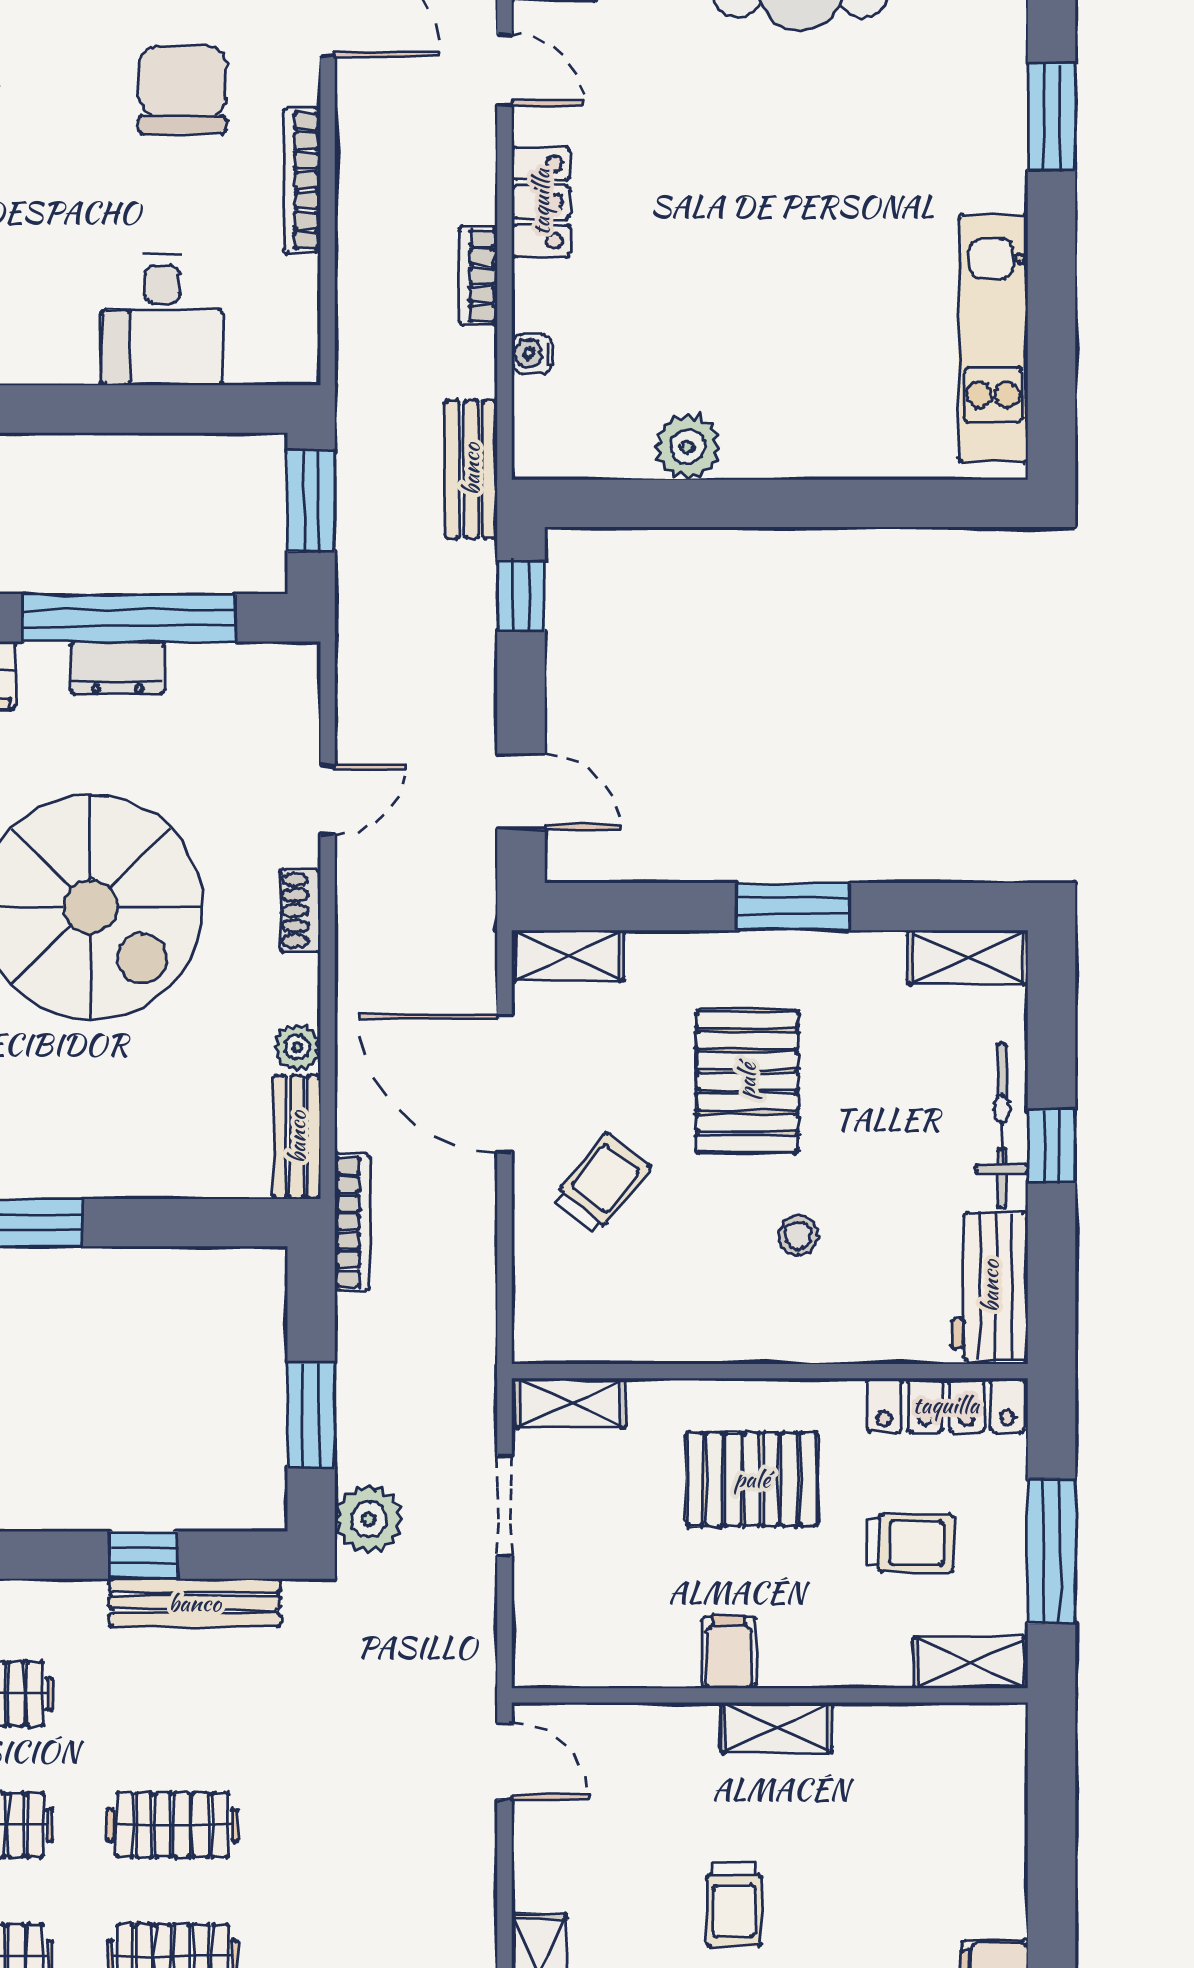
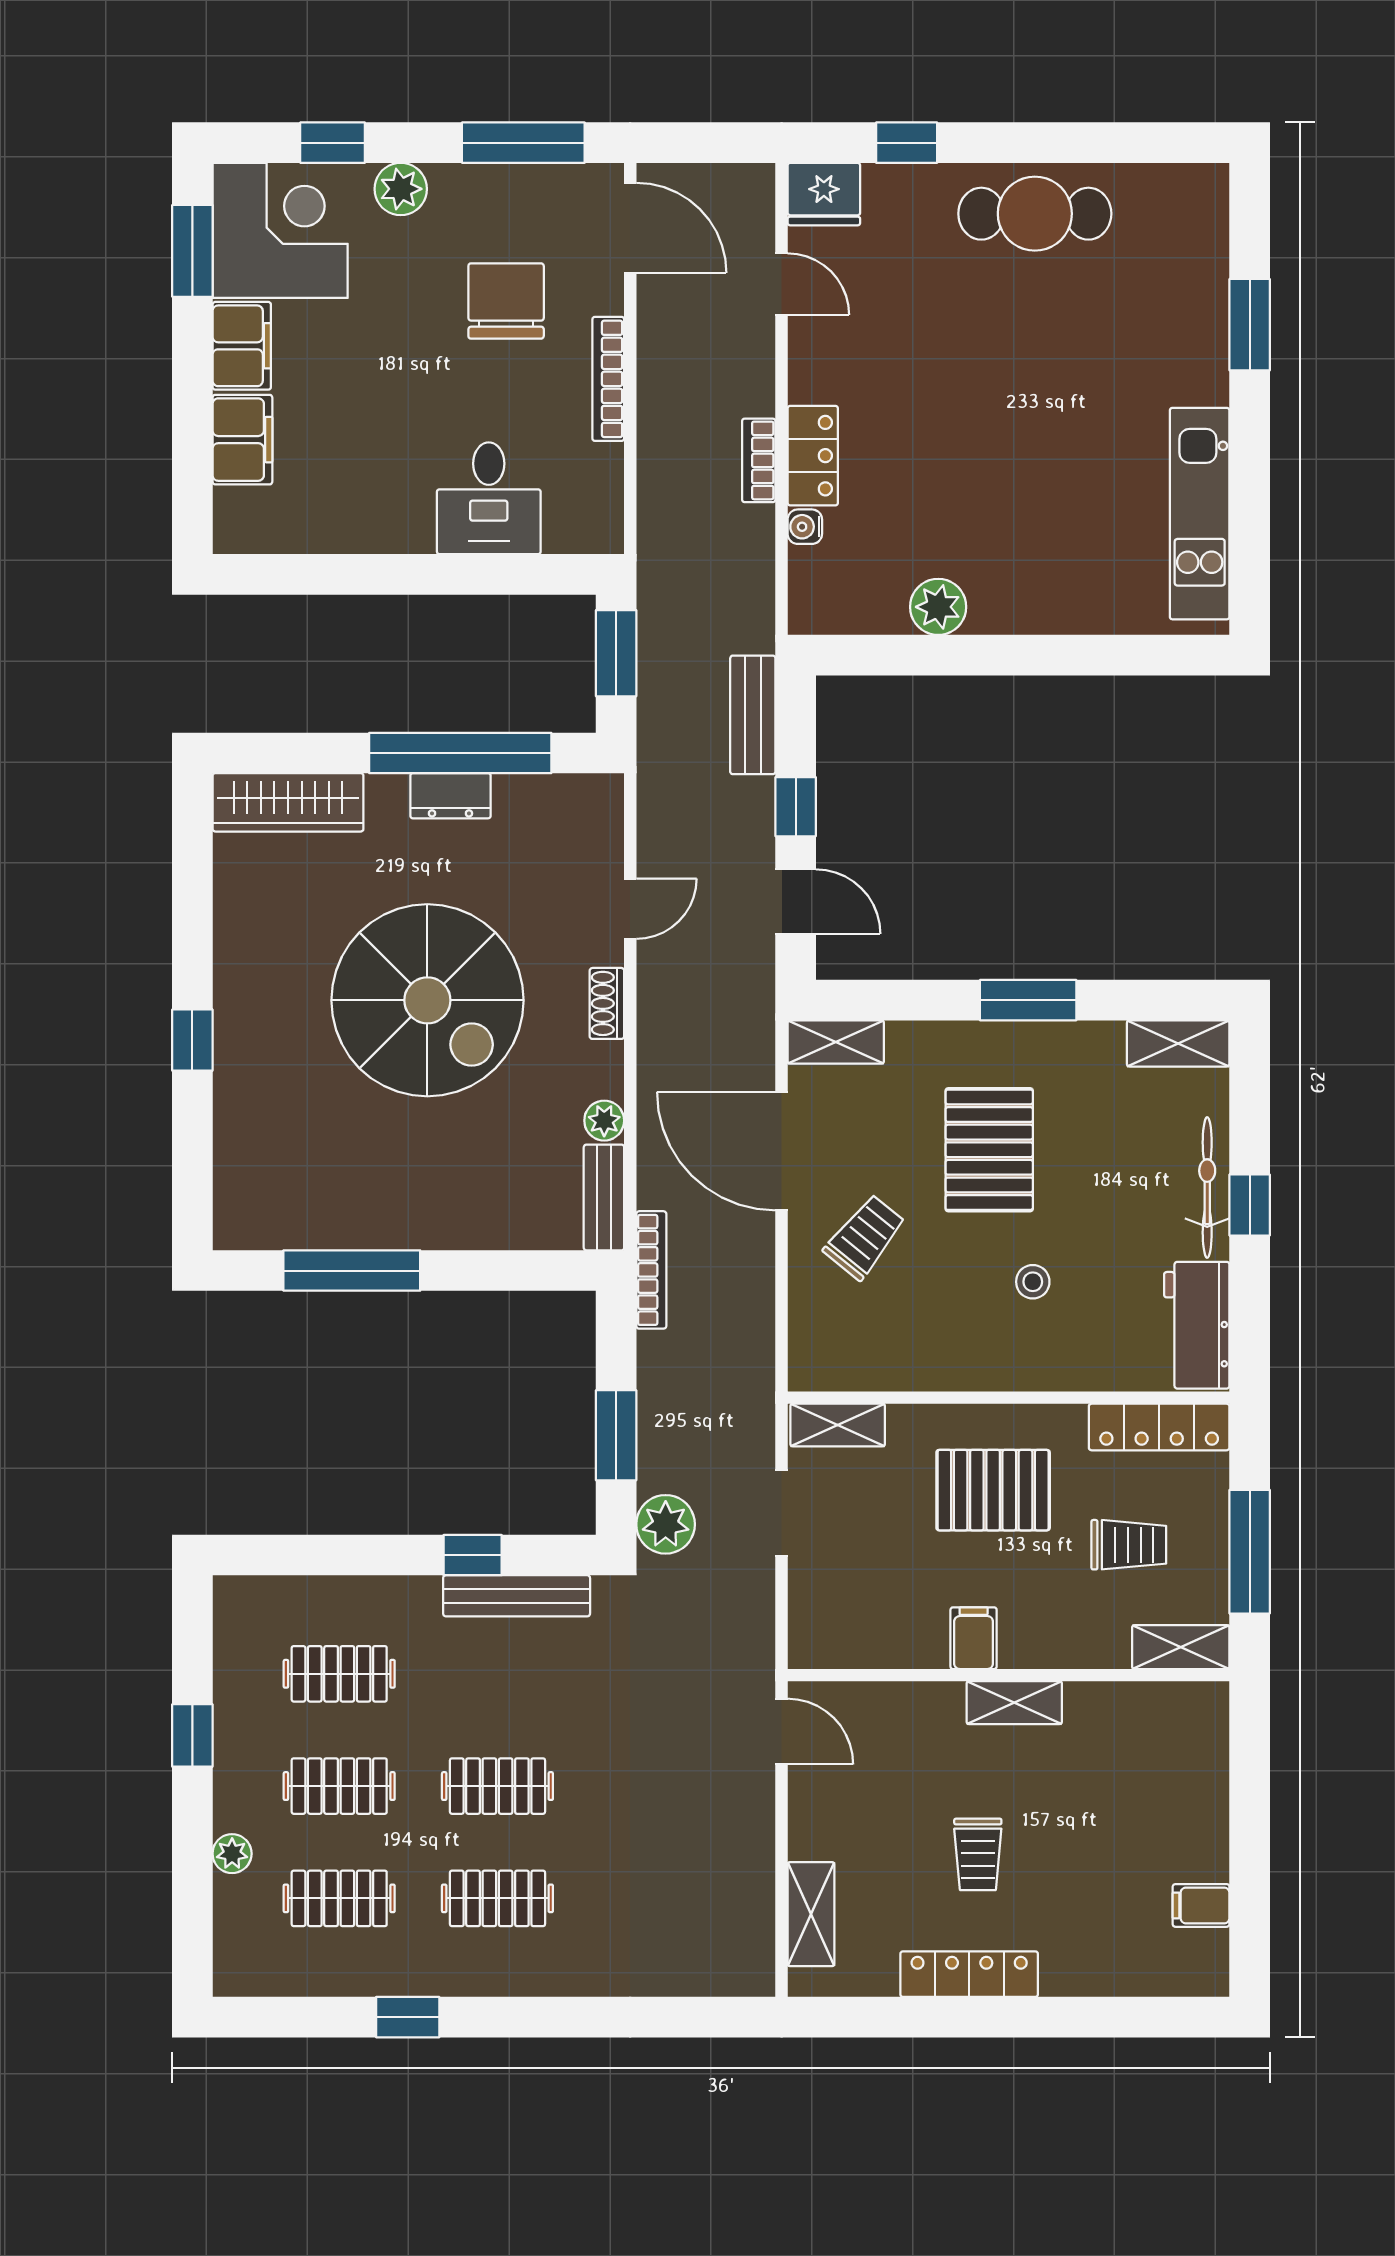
locker: (541, 202) -> (813, 456), moved
bench: (471, 469) -> (753, 715), moved
window: (521, 596) -> (796, 807), moved

